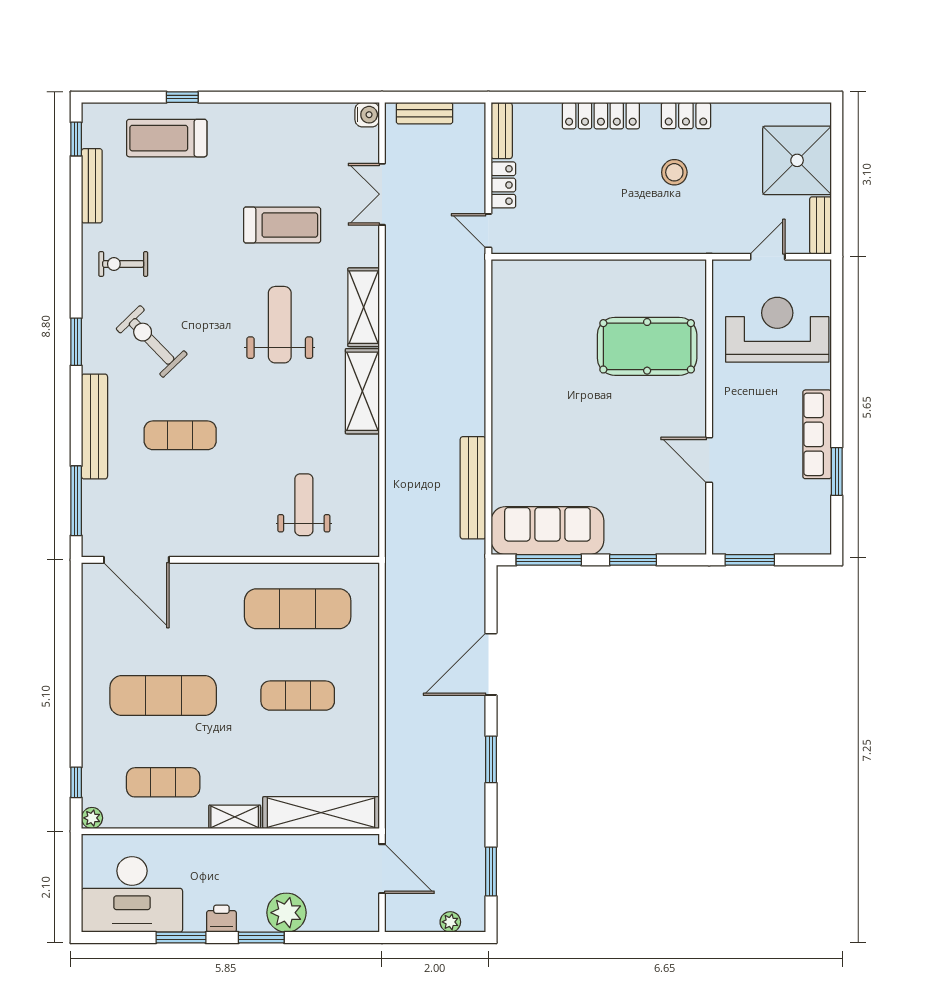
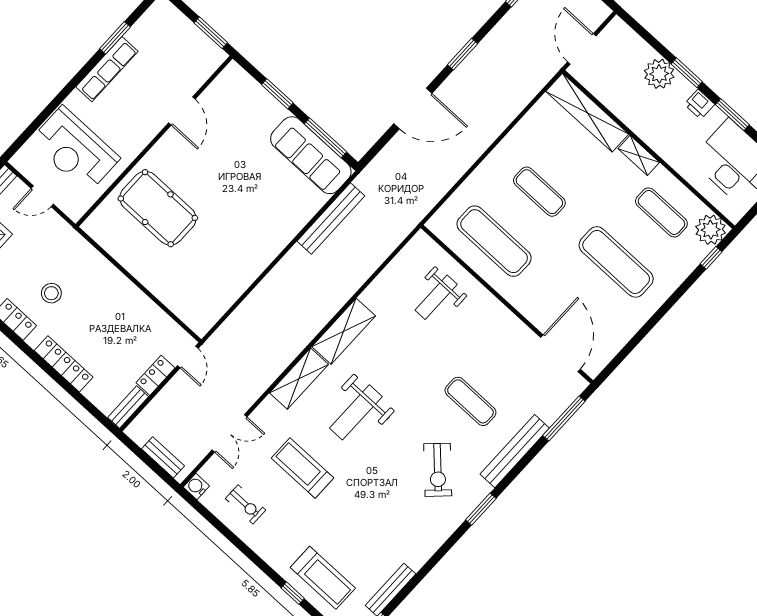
exercise bike: (123, 264) -> (246, 504), moved
plant: (92, 818) -> (711, 230), width x1.88, depth x1.88

